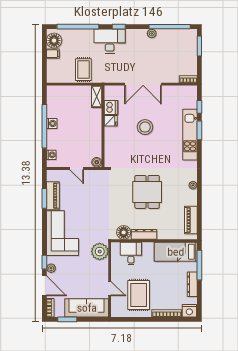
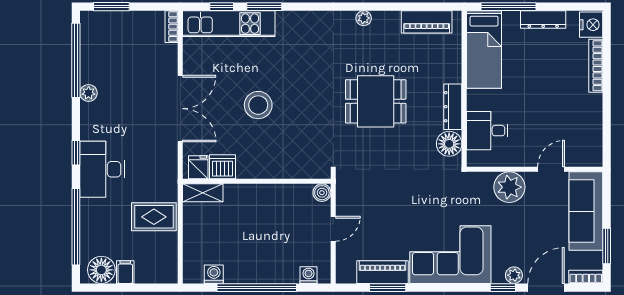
fridge: (111, 121) -> (198, 167), moved
washing machine: (52, 123) -> (214, 274), moved
kitchen unit: (190, 135) -> (229, 24), moved
plant: (100, 251) -> (509, 187), moved
rug: (139, 295) -> (563, 117), removed

